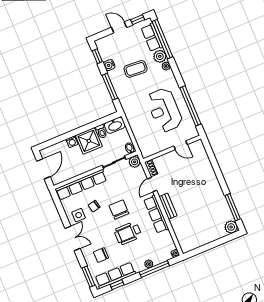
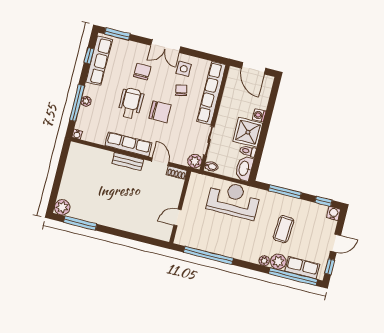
water cooler: (109, 65) -> (333, 213), moved
reception desk: (164, 110) -> (233, 200), moved
chair: (101, 255) -> (142, 72), moved

